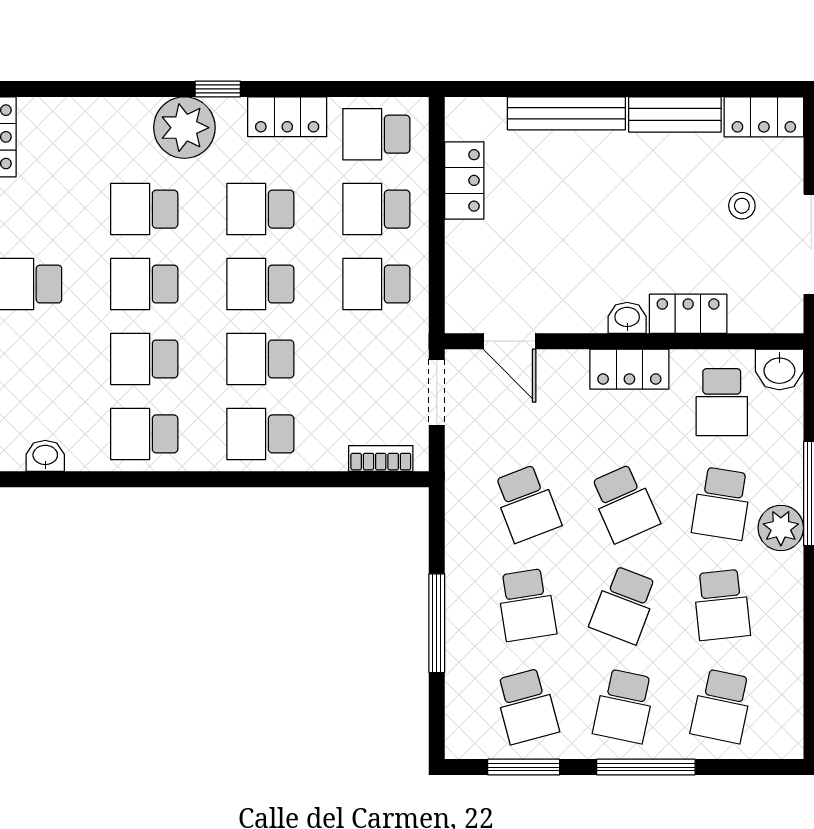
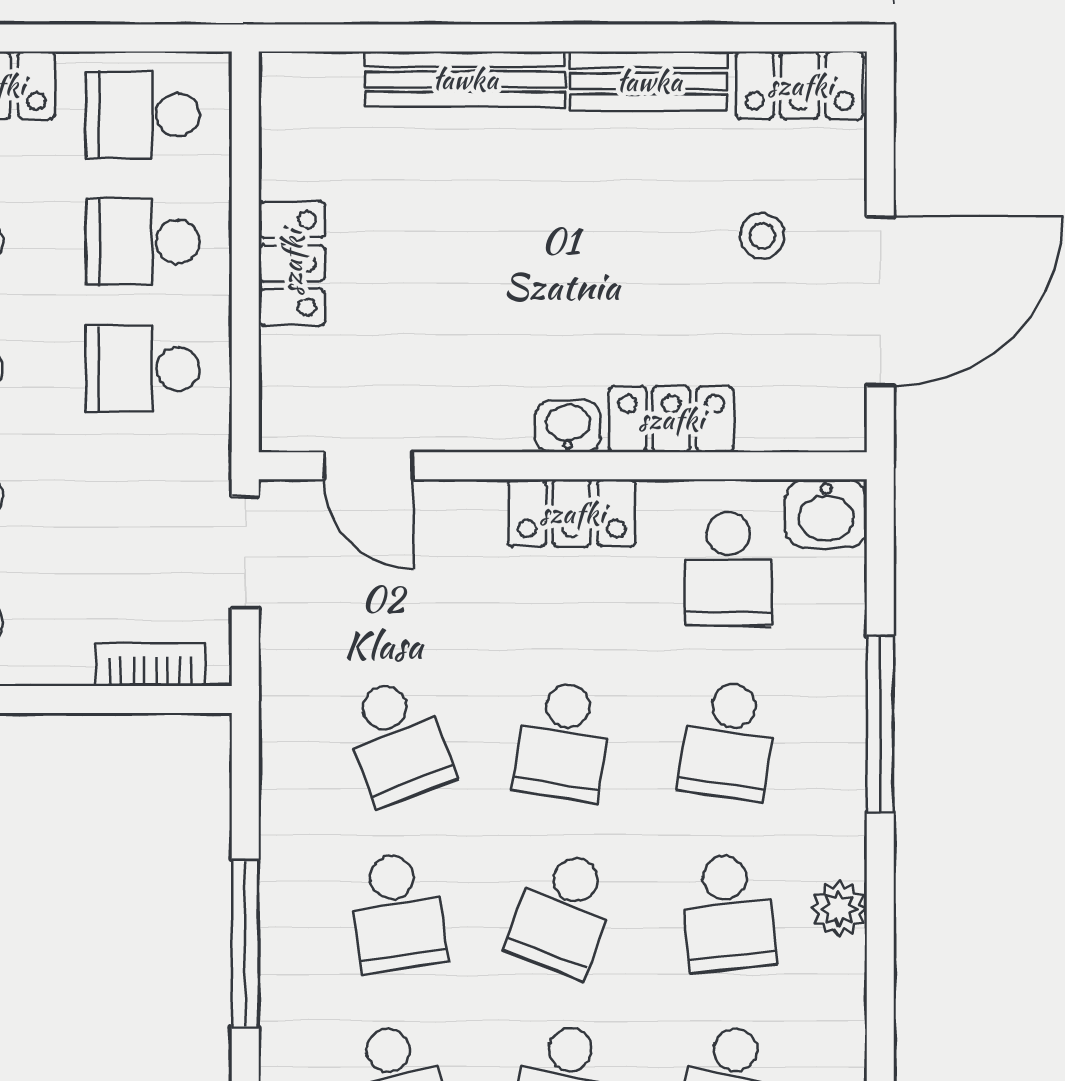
locker: (464, 180) -> (292, 263), moved
school desk: (624, 503) -> (563, 741), turned 33
plant: (781, 528) -> (839, 909), moved, width x0.73, depth x0.73

